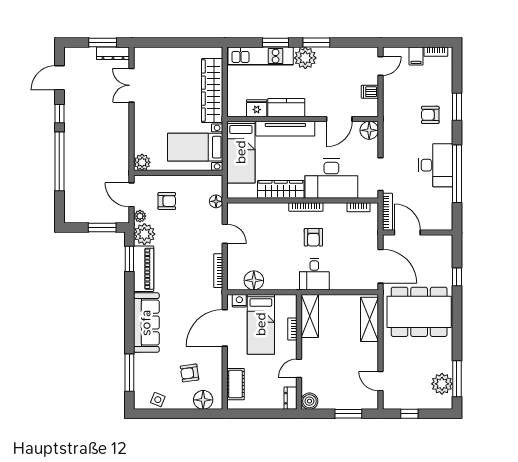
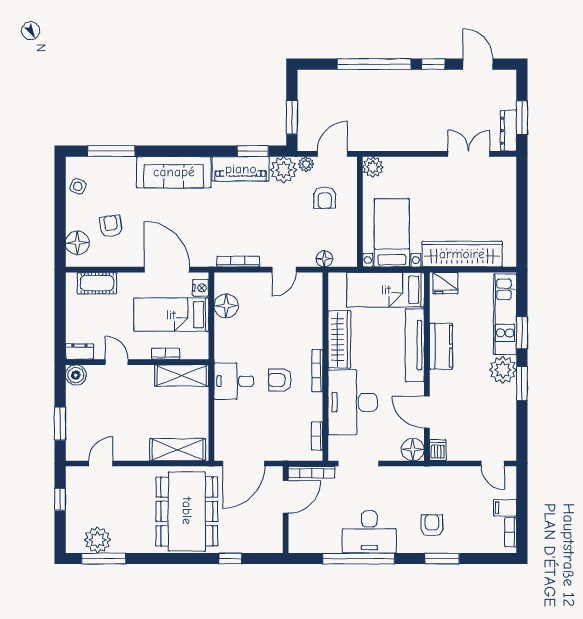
dishwasher: (370, 92) -> (438, 450), moved
fridge: (257, 108) -> (445, 283), moved, turned 90

